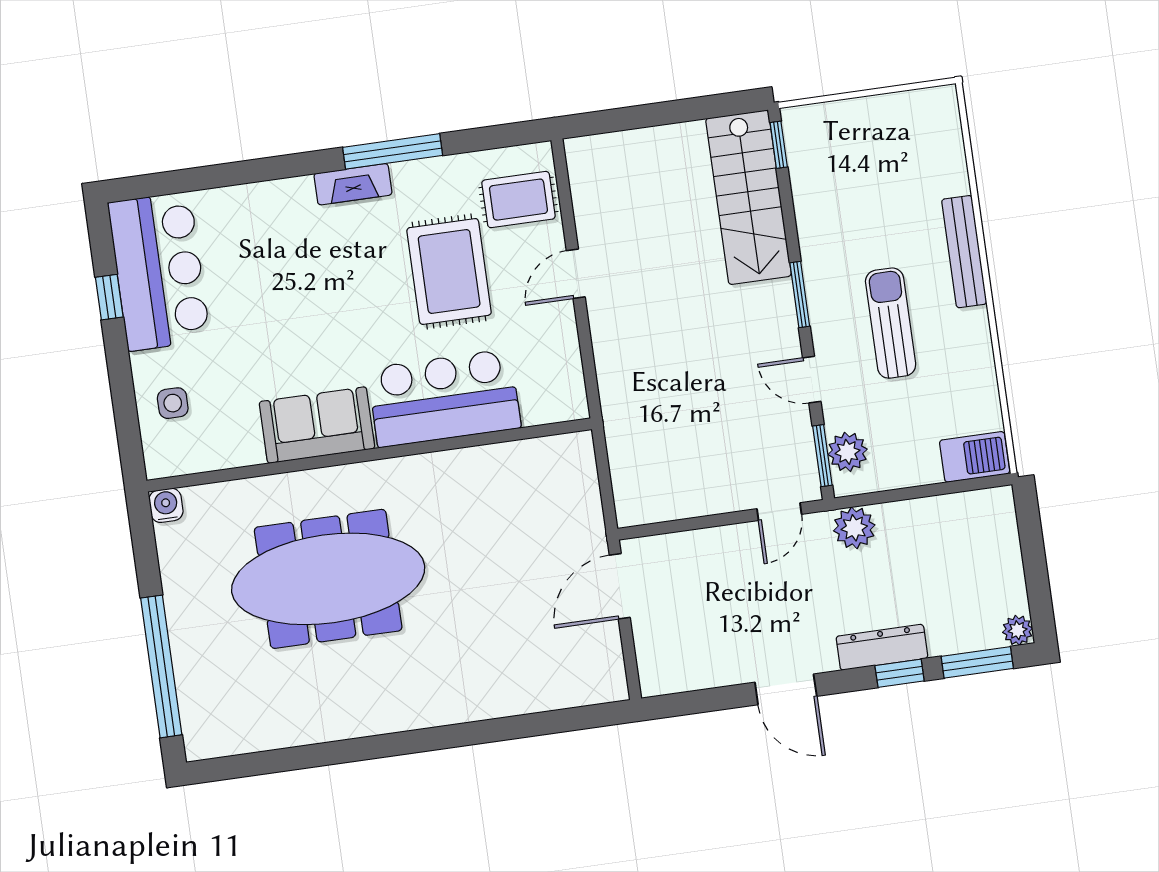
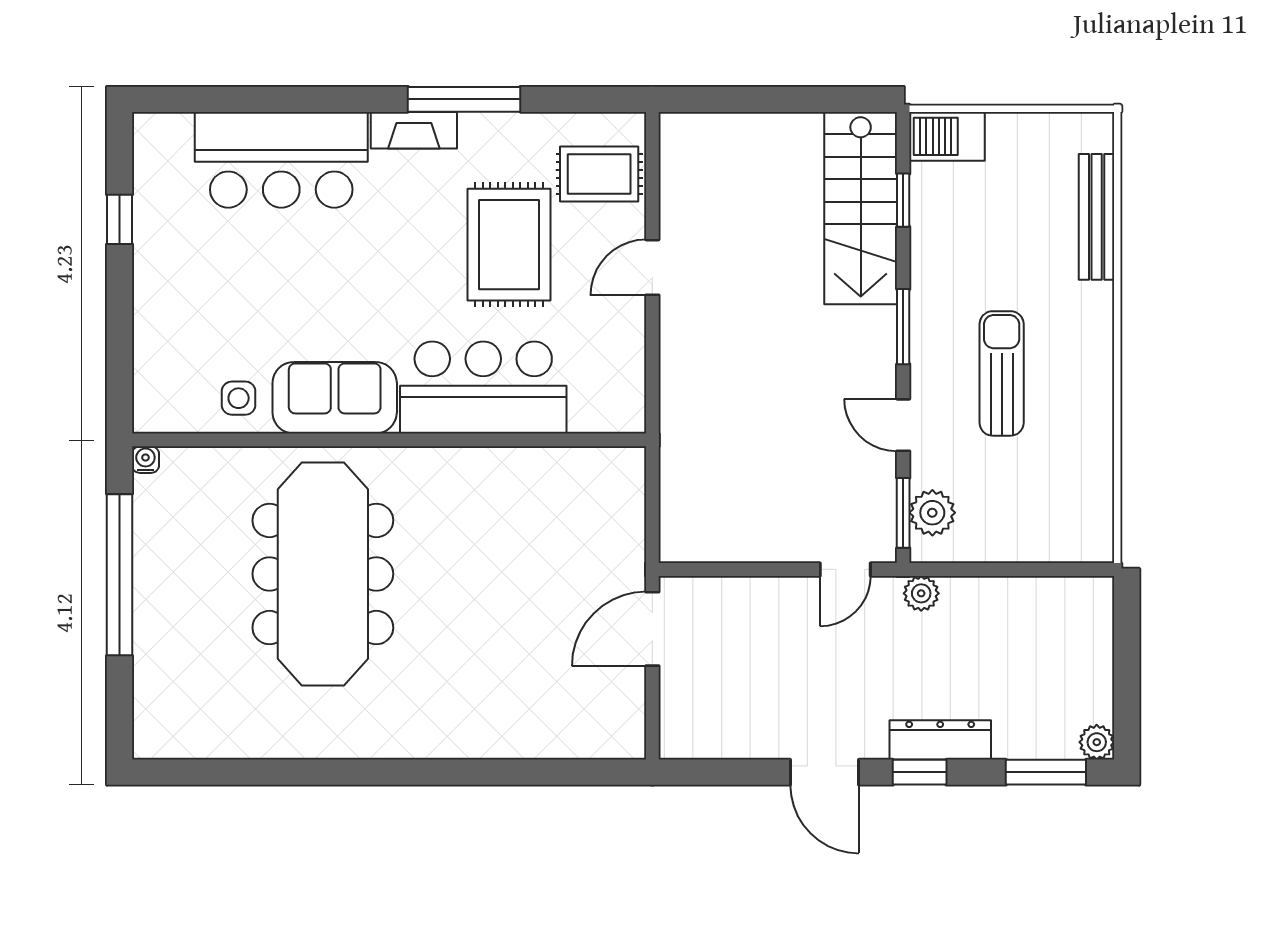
window: (779, 145) -> (903, 200), moved
bench: (964, 252) -> (1097, 217), moved
bar counter: (159, 271) -> (281, 160), moved, turned 90
side table: (173, 403) -> (239, 398), moved
barbecue: (975, 457) -> (947, 136), moved, turned 180
water cooler: (166, 505) -> (145, 460), width x0.72, depth x0.72
plant: (854, 528) -> (921, 593), width x0.73, depth x0.73
meeting table: (328, 579) -> (323, 574), turned 90
window: (161, 666) -> (120, 575), moved
window: (900, 673) -> (920, 772), moved

